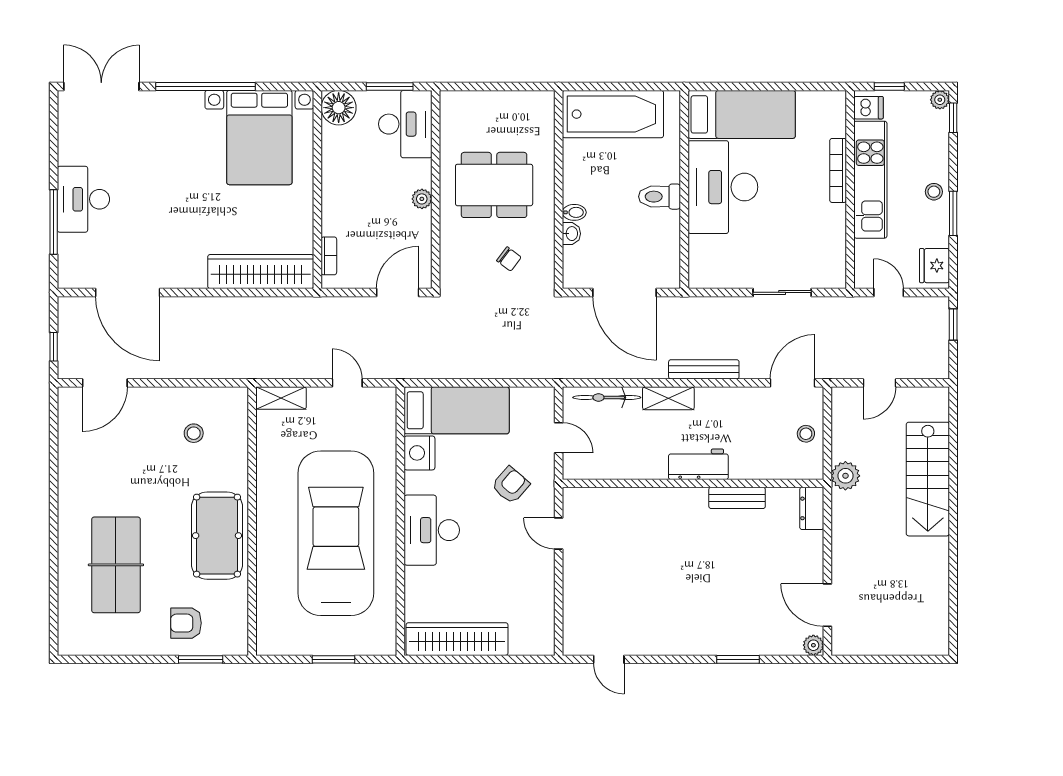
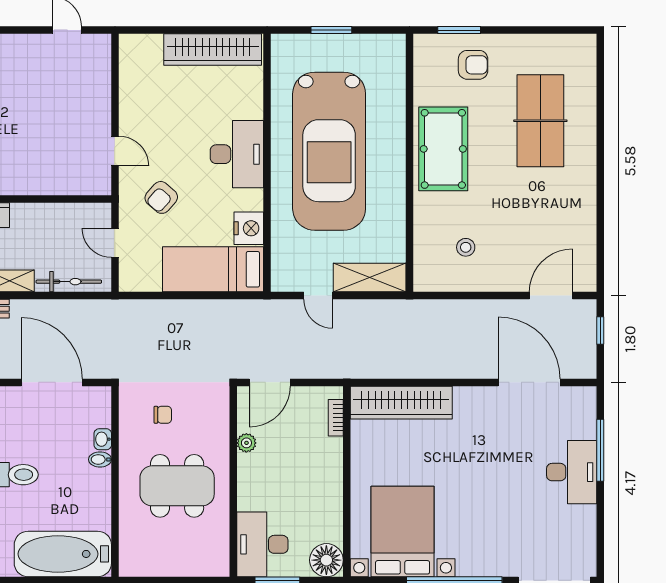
plant: (422, 199) -> (246, 443), moved
chair: (509, 259) -> (163, 415), turned 143
shelving: (281, 398) -> (370, 277), width x1.50, depth x1.33

